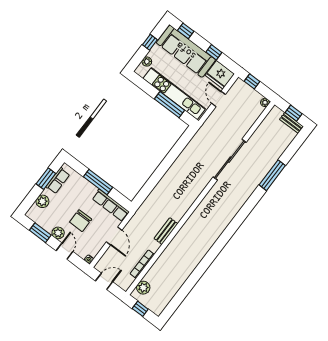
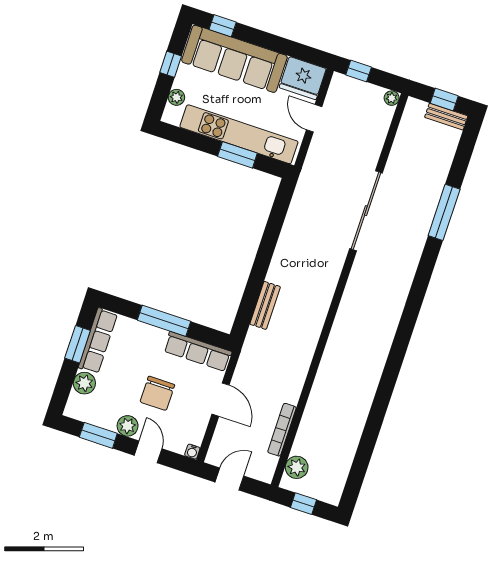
window: (214, 52) -> (280, 45), removed
window: (169, 105) -> (237, 155), width x0.69
row of seats: (58, 181) -> (98, 341), width x1.48
bench: (166, 231) -> (265, 305), moved

